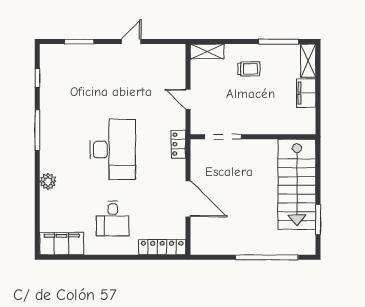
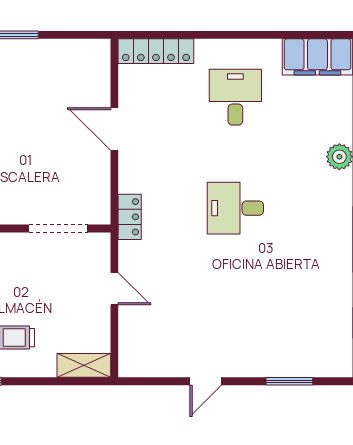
desk: (113, 149) -> (235, 208), width x0.53, depth x0.77
door: (188, 199) -> (114, 129), width x0.73

